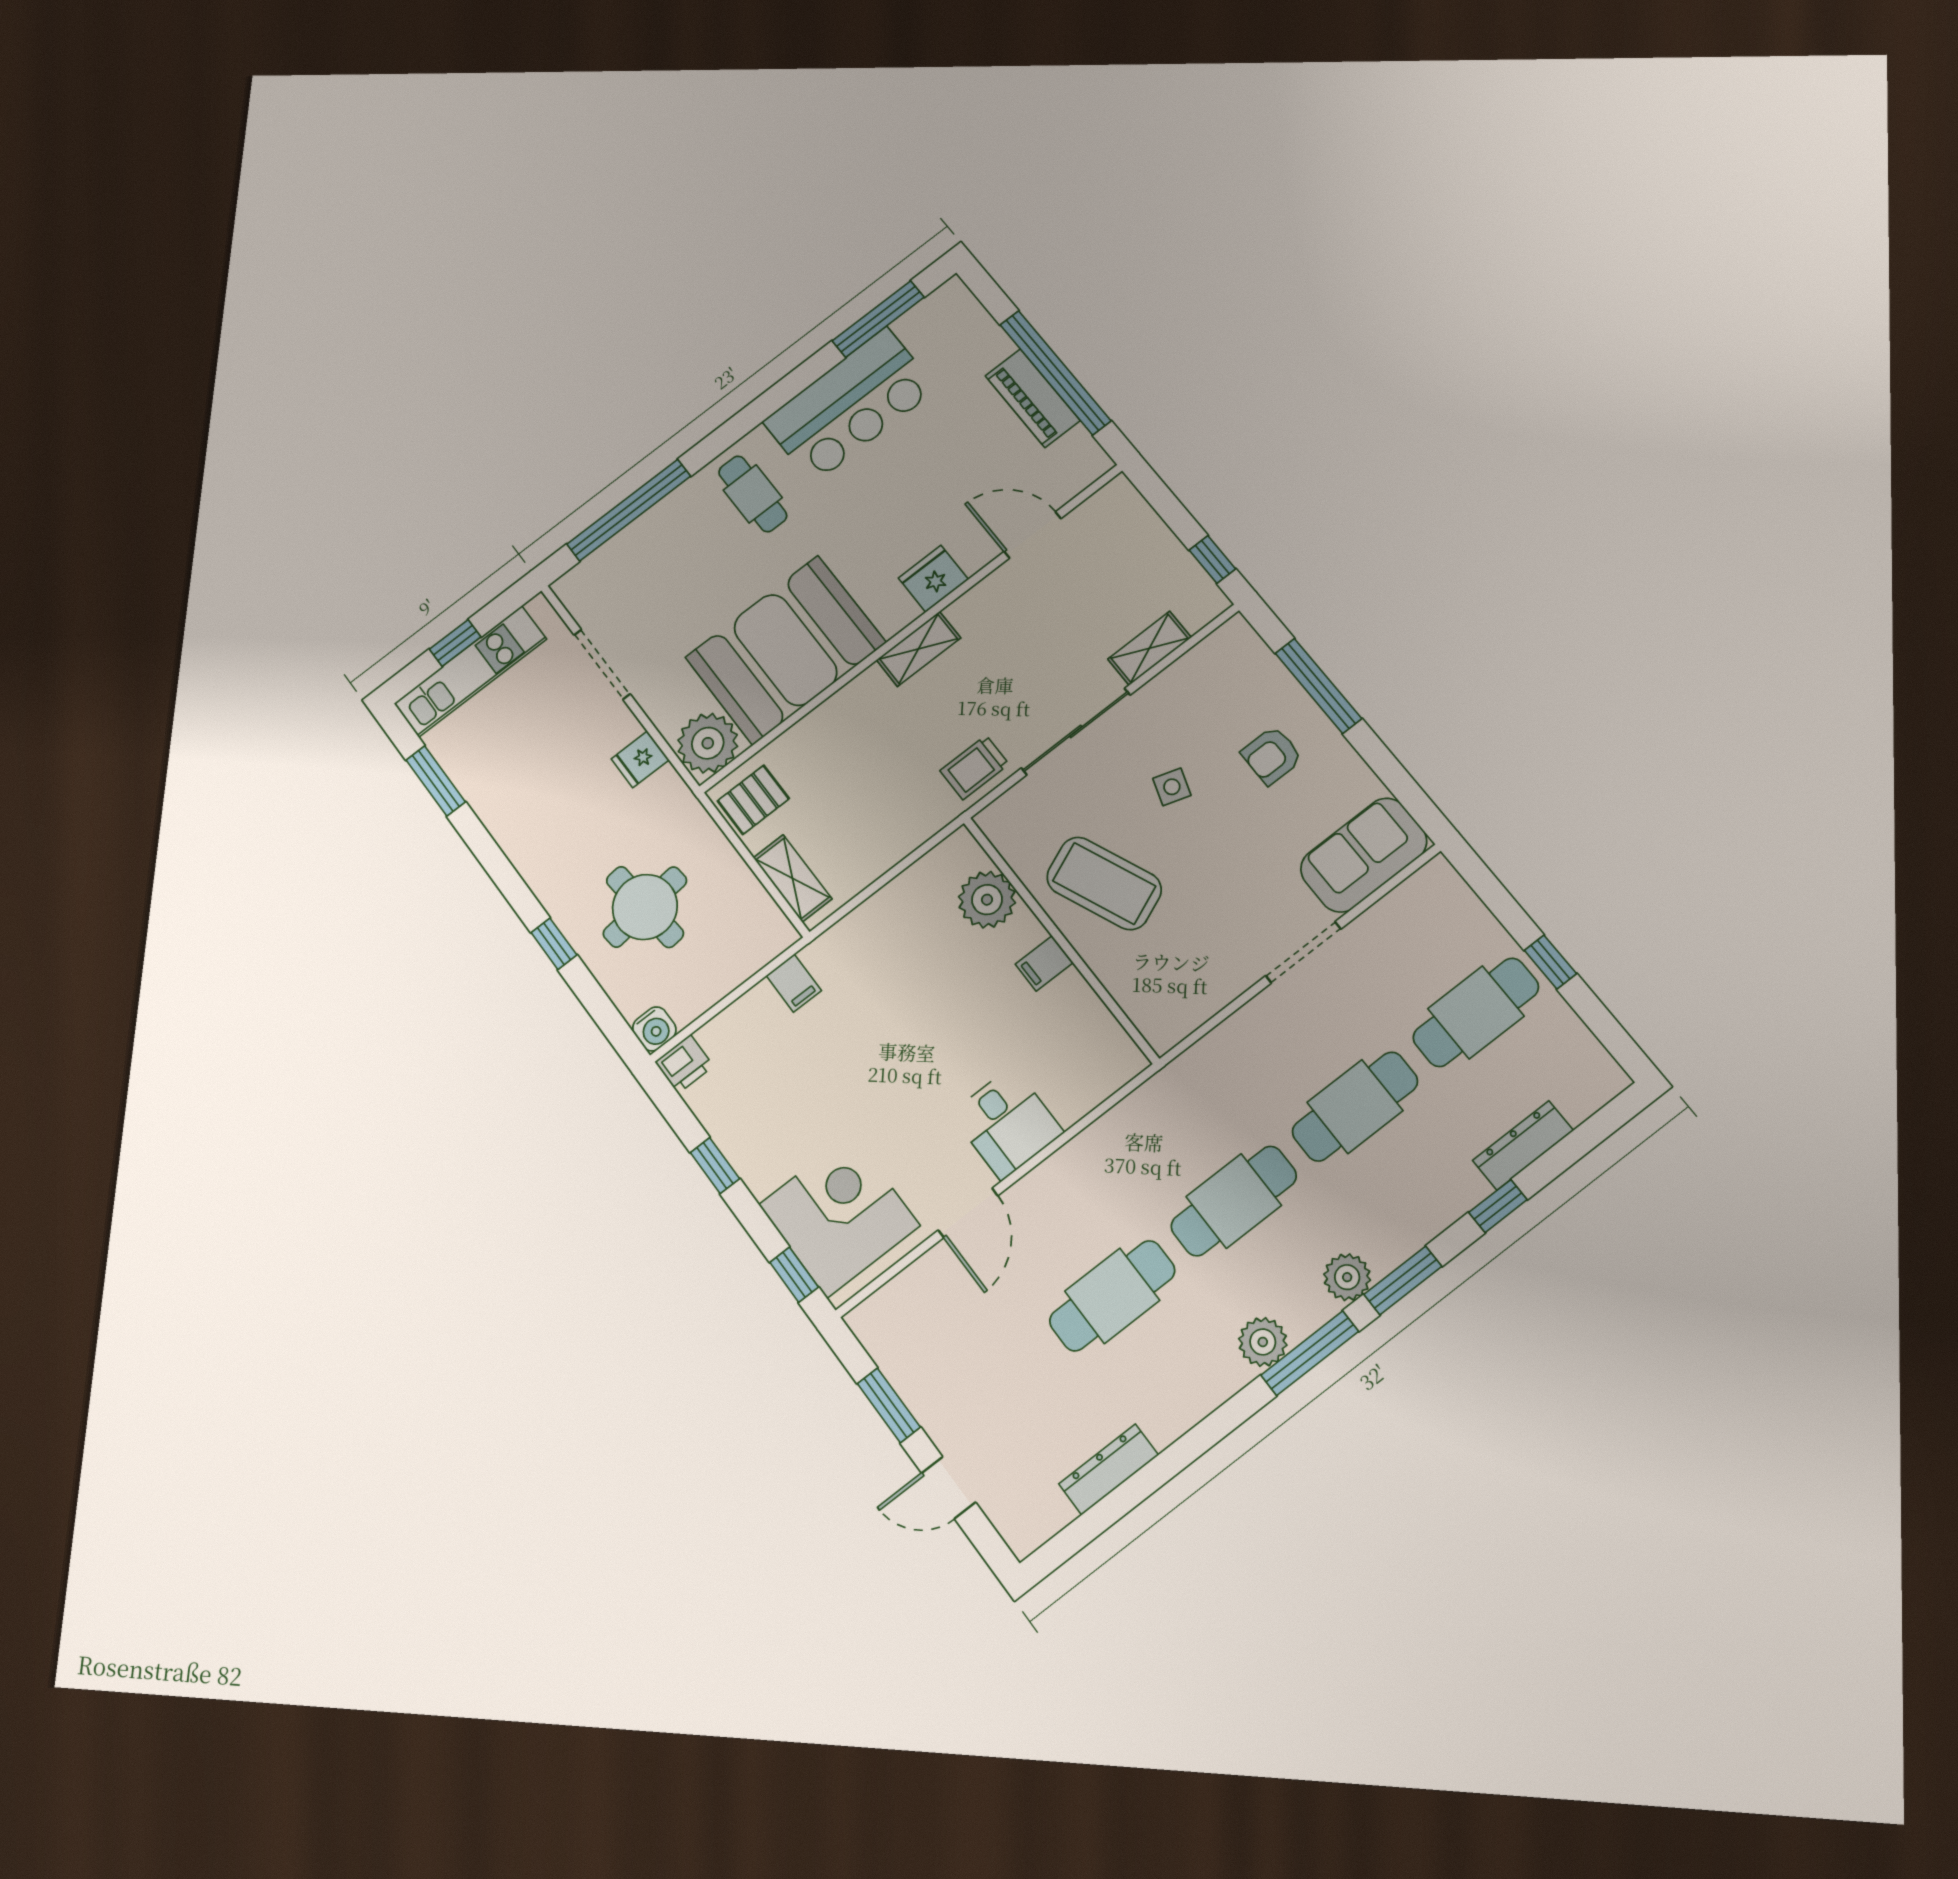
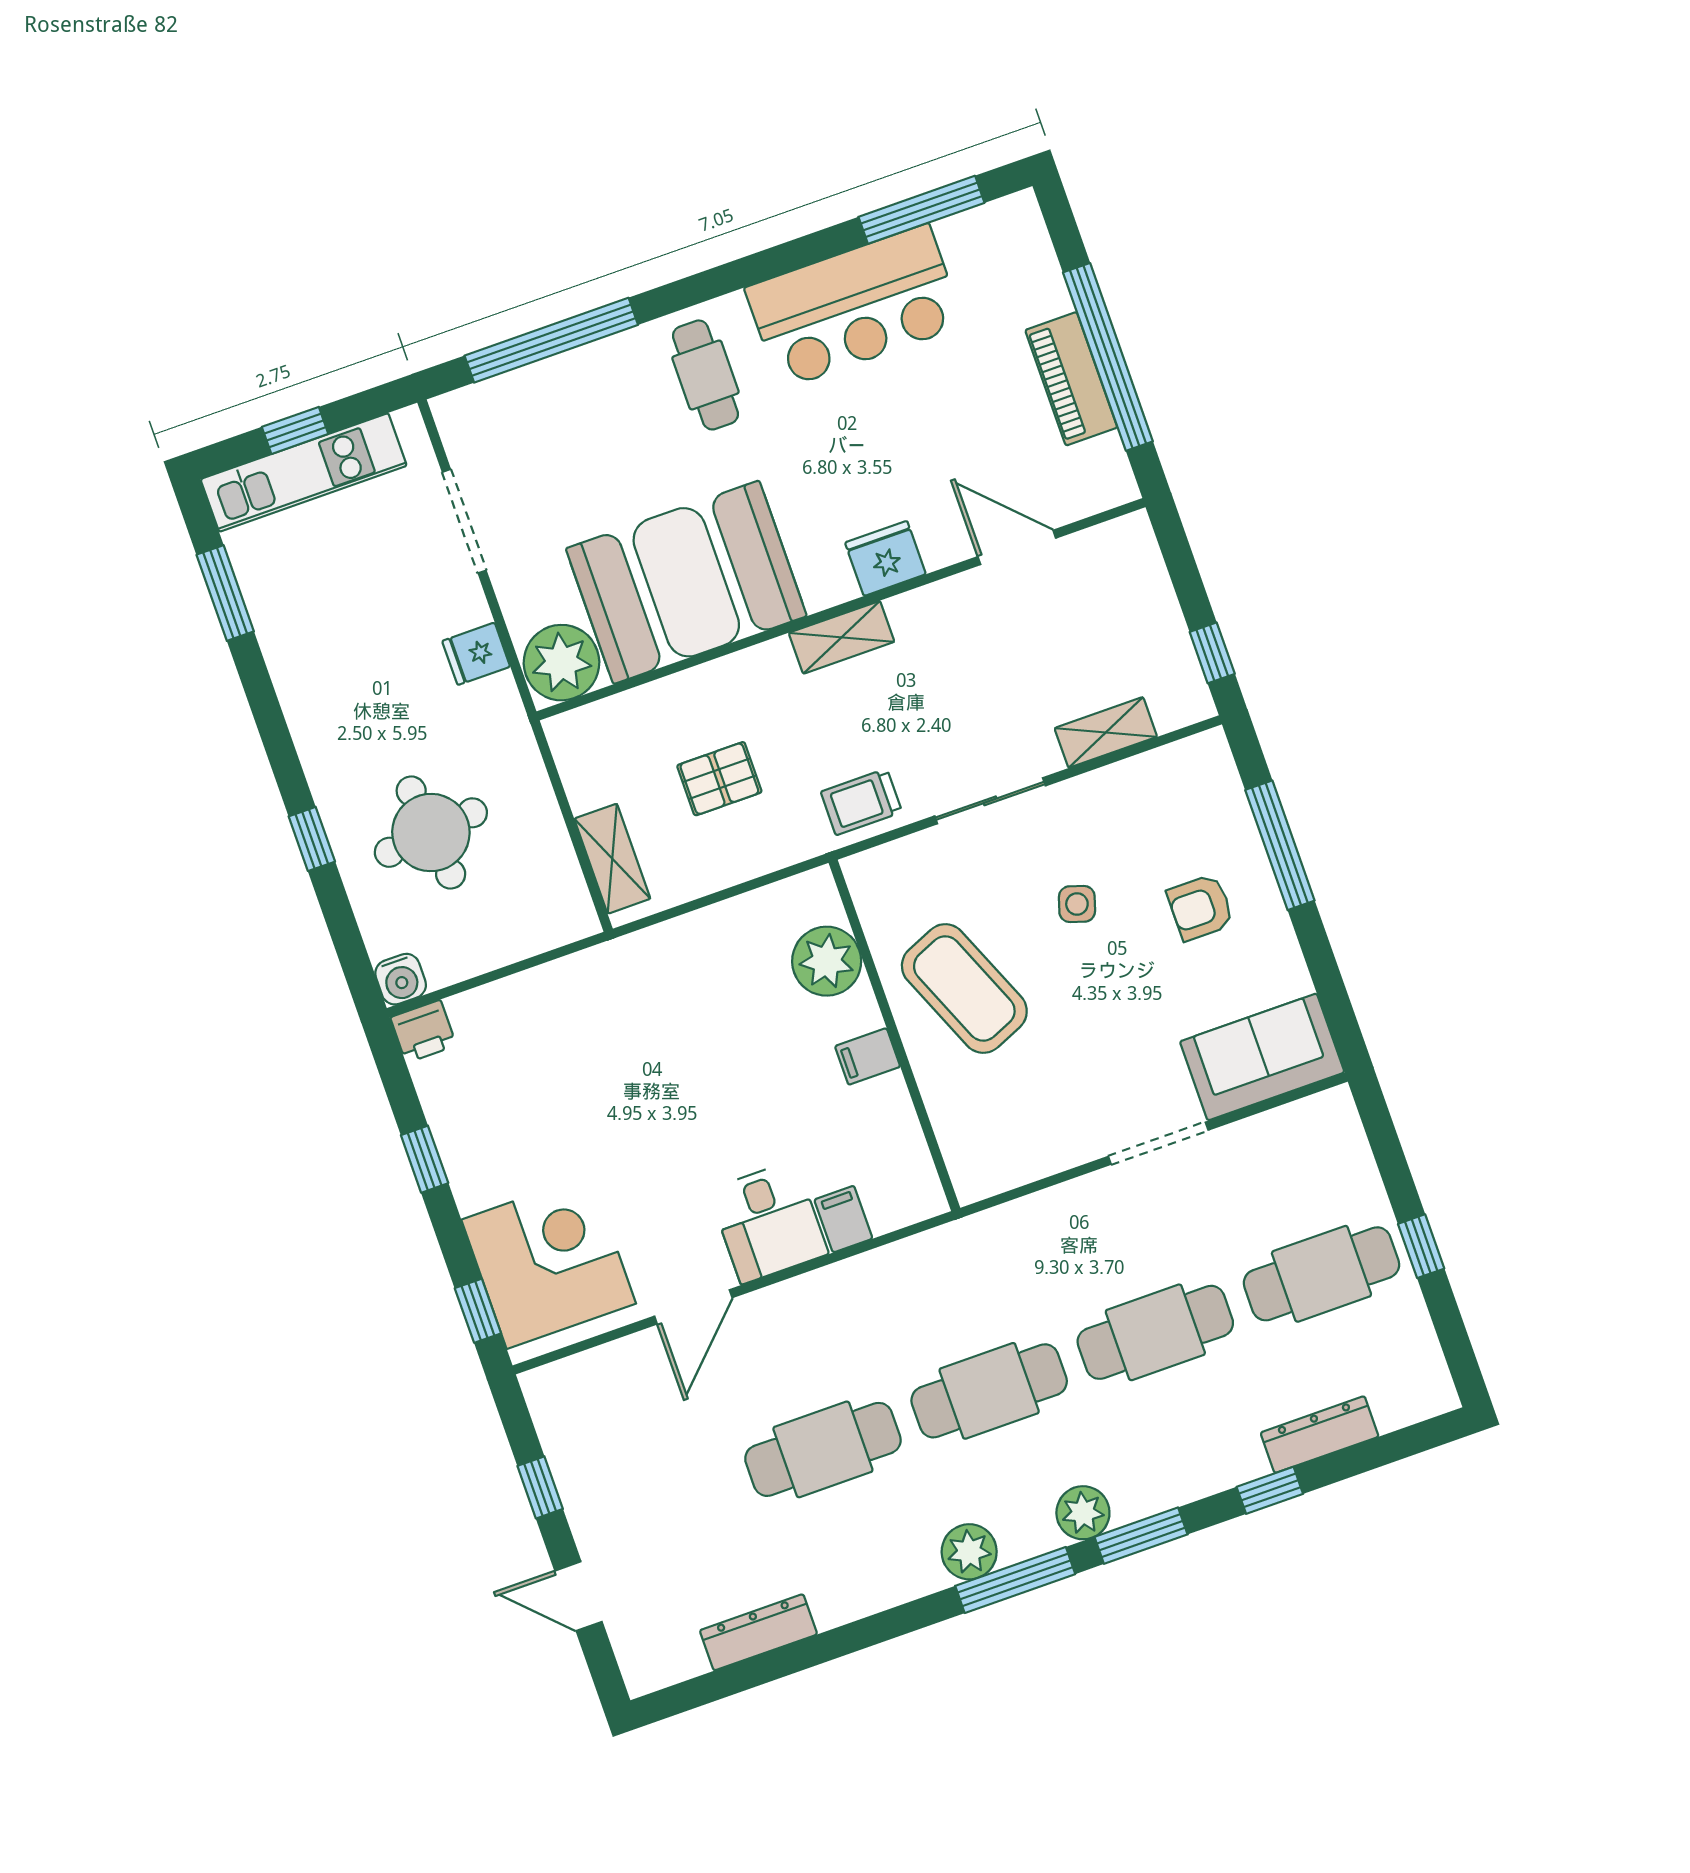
sliding door: (1076, 732) -> (990, 801), width x0.73
pallet: (753, 800) -> (719, 779), moved
filing cabinet: (794, 983) -> (843, 1219), moved, turned 180
window: (889, 1405) -> (540, 1487), width x0.67

